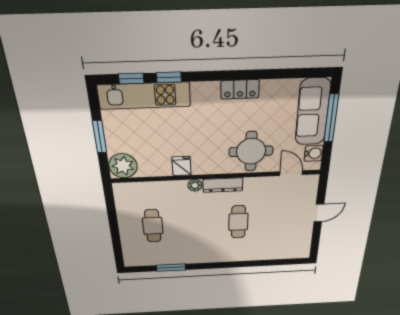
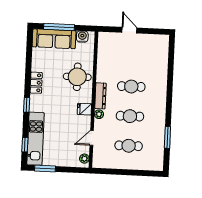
window: (169, 77) -> (27, 105), moved
window: (100, 137) -> (45, 169), moved
plant: (123, 166) -> (84, 159), width x0.53, depth x0.53
fridge: (182, 166) -> (84, 109), moved
door: (291, 173) -> (92, 138), moved
cafe table: (196, 224) -> (130, 116), added

